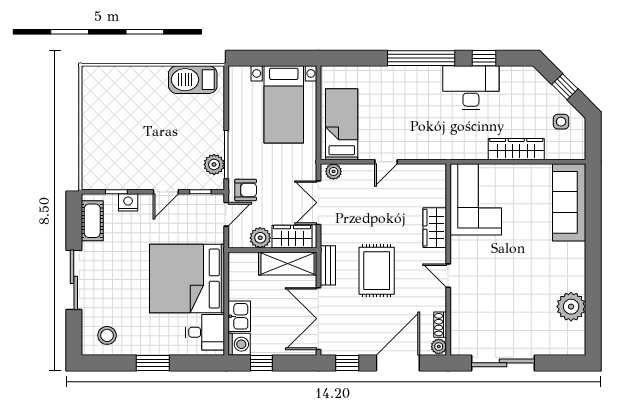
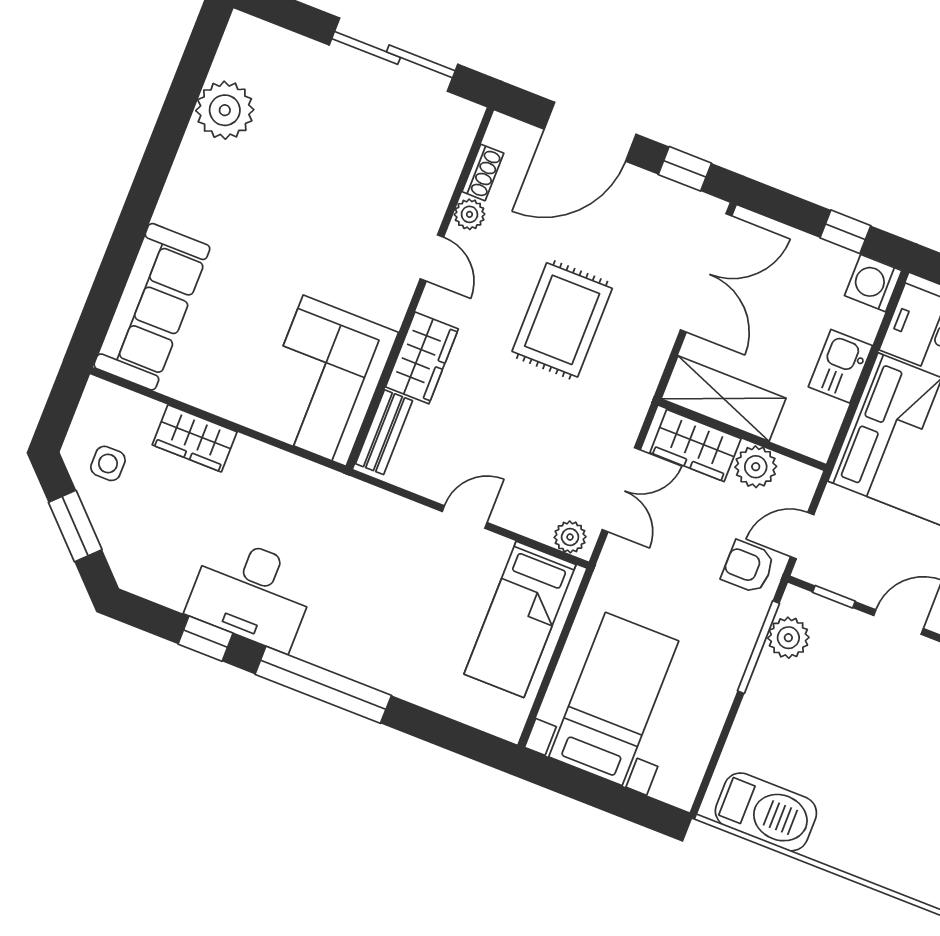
window: (565, 87) -> (75, 526), width x1.50
wardrobe: (516, 149) -> (195, 438), width x0.67
bench: (328, 265) -> (384, 432), moved
kitchen sink: (239, 316) -> (840, 366), moved
plant: (439, 347) -> (469, 214), moved

